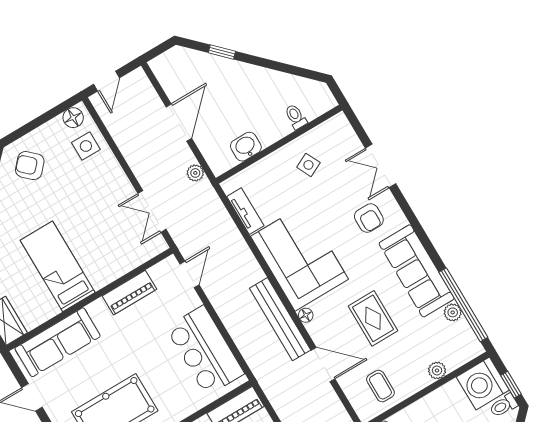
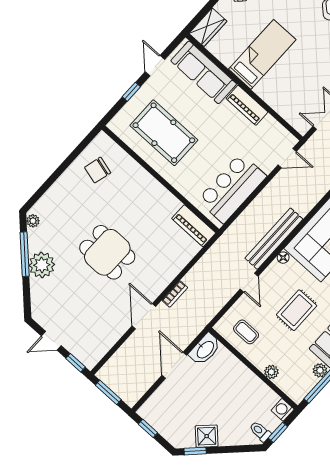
piano: (129, 293) -> (247, 105), moved
door: (323, 364) -> (249, 283), width x0.73
washing machine: (483, 384) -> (283, 410), width x0.53, depth x0.53
coffee table: (380, 386) -> (246, 332), turned 90

